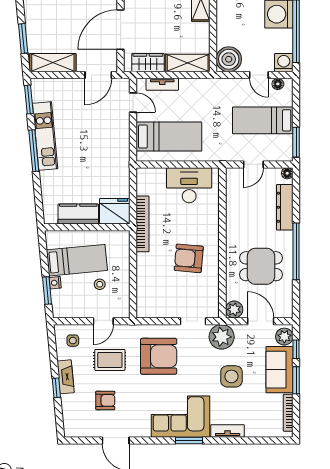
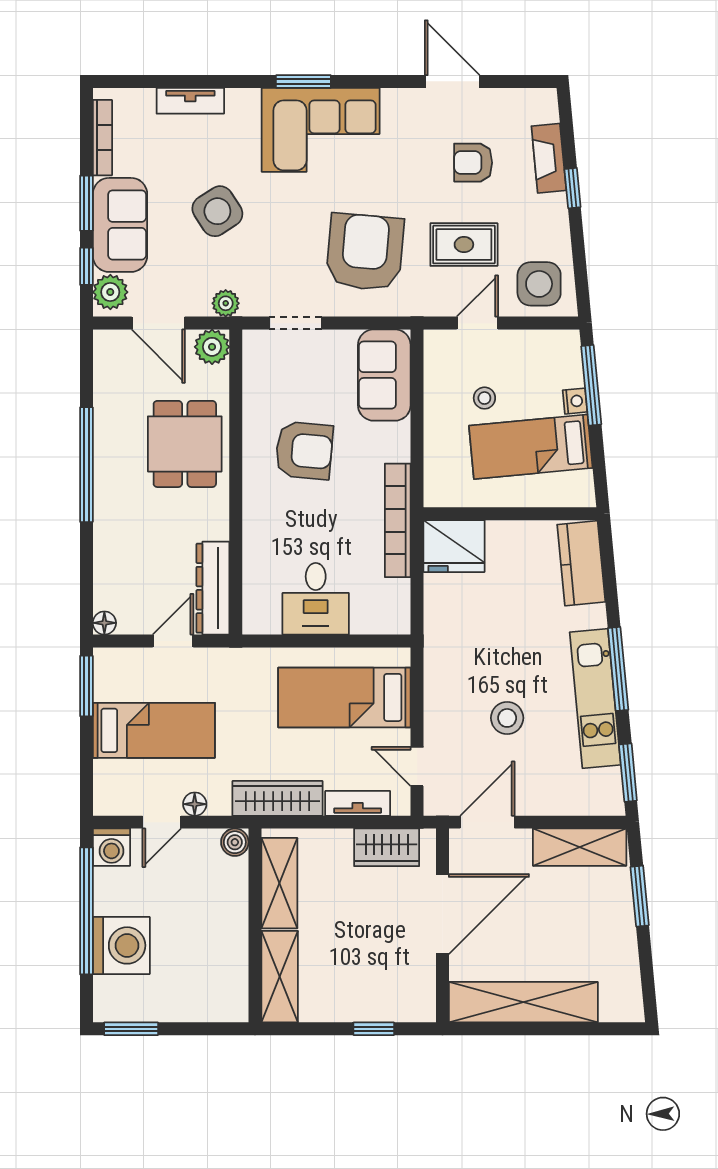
boiler: (229, 59) -> (235, 842), width x0.54, depth x0.54
shelving: (188, 63) -> (279, 883), moved, turned 90
door: (259, 75) -> (162, 822), swing flipped
floor lamp: (278, 84) -> (195, 804), moved
wardrobe: (202, 87) -> (278, 798), added
stool: (89, 126) -> (507, 718), added
desk: (189, 185) -> (316, 599), width x0.73
dresser: (285, 207) -> (213, 588), moved, turned 180
kitchen counter: (78, 214) -> (581, 563), moved, turned 85
dining table: (261, 266) -> (185, 444), moved, turned 90
window: (47, 291) -> (591, 385), width x1.44
sofa: (149, 296) -> (384, 375), added
plant: (222, 337) -> (226, 303), width x0.53, depth x0.53
side table: (73, 341) -> (539, 284), width x1.87, depth x1.87
armchair: (159, 356) -> (365, 252), turned 95
side table: (231, 376) -> (217, 211), turned -33
fireplace: (66, 377) -> (549, 158), moved
tv unit: (228, 431) -> (190, 101), moved

